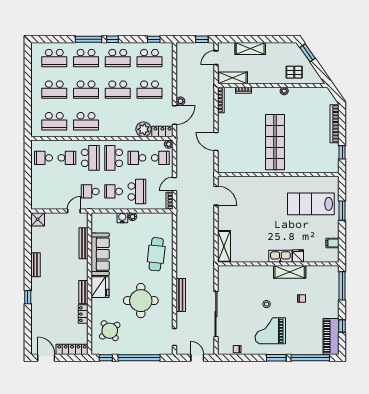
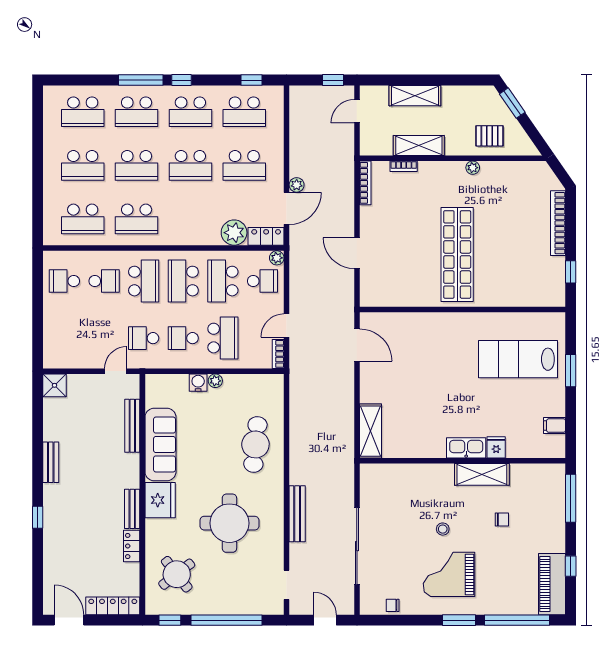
shelving: (232, 78) -> (419, 146), moved
school desk: (137, 158) -> (223, 281), width x1.85

